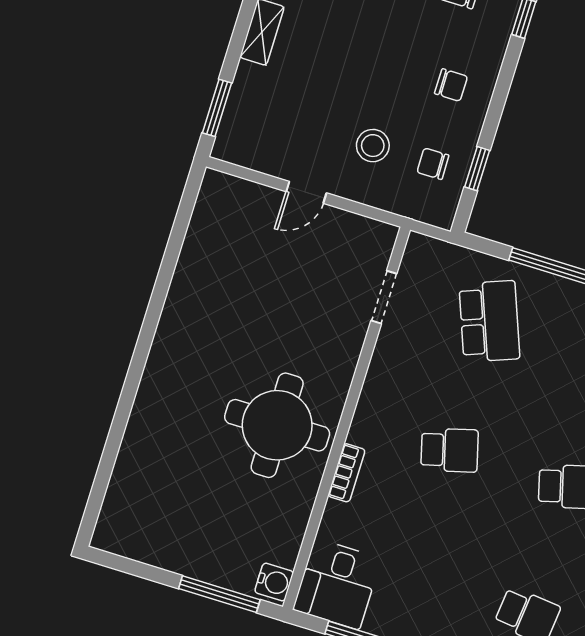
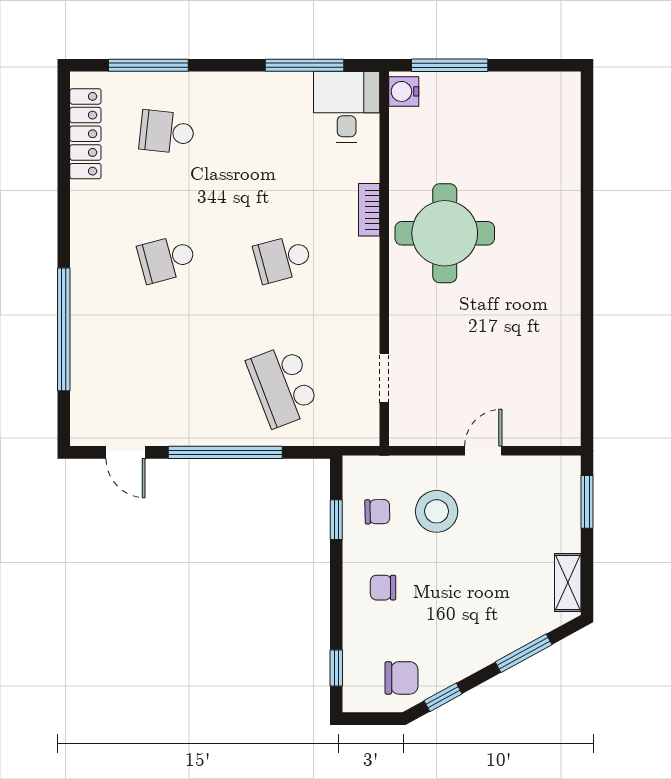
stool: (373, 146) -> (437, 511), width x1.38, depth x1.38

